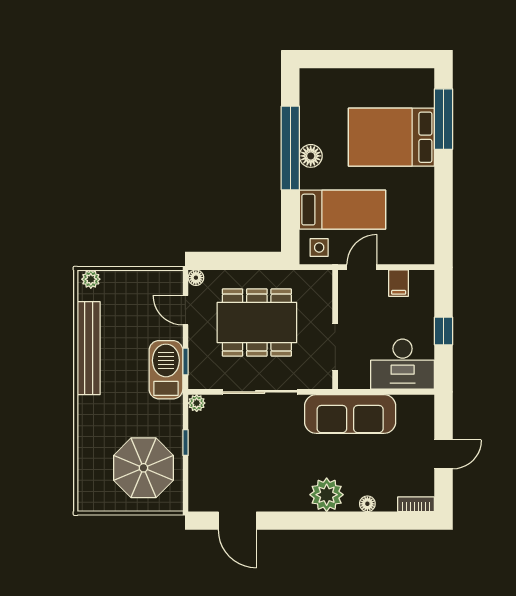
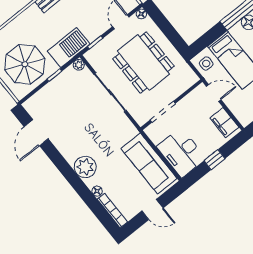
filing cabinet: (399, 283) -> (224, 123), width x2.00
barbecue: (166, 370) -> (69, 48), moved
sofa: (350, 414) -> (149, 163), moved
bookcase: (416, 504) -> (112, 211), width x1.56

